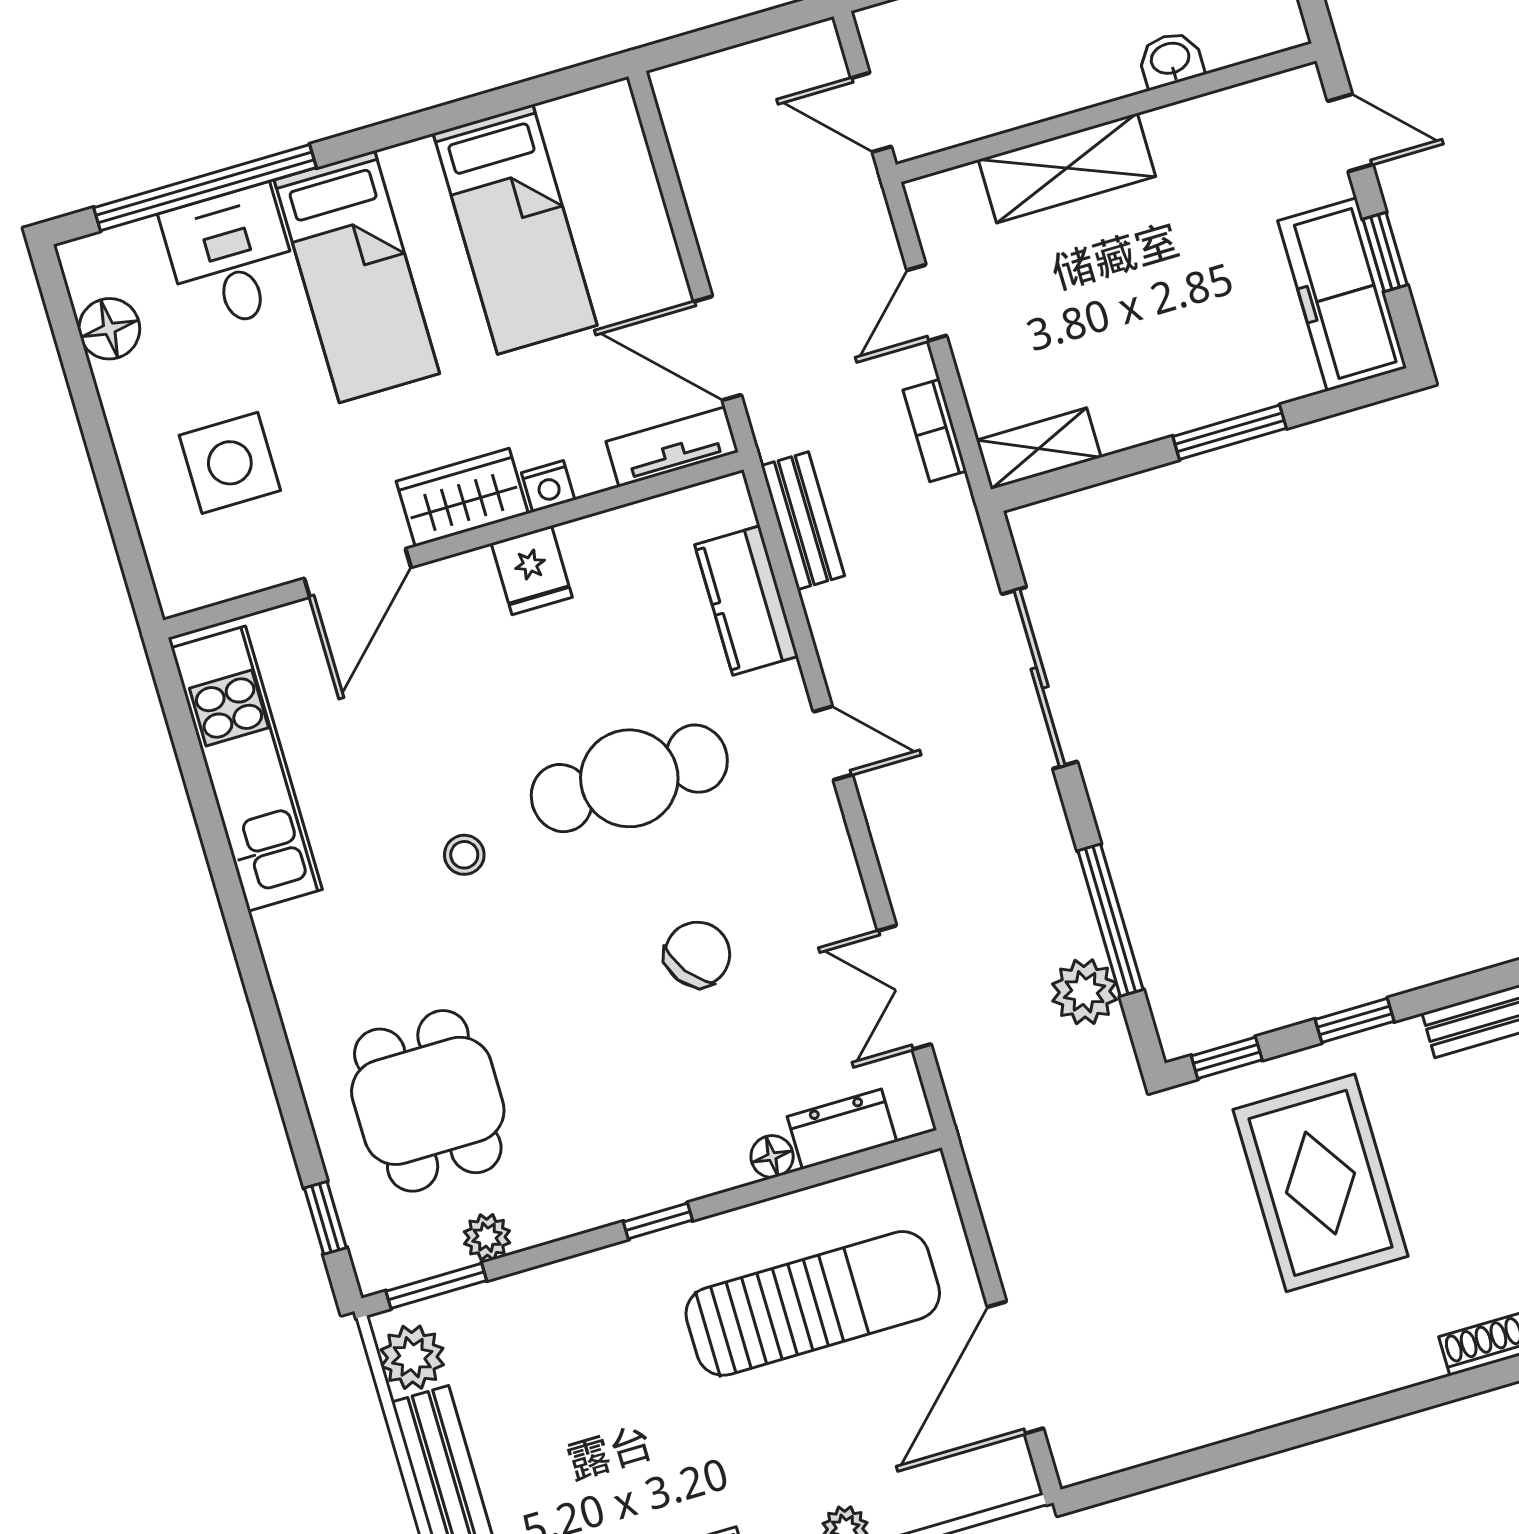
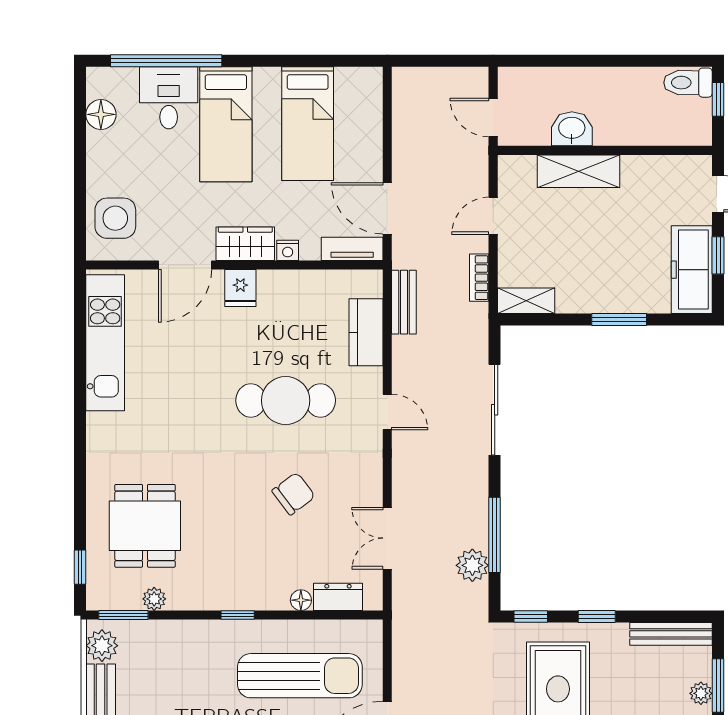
washbasin: (1171, 60) -> (572, 129), moved, width x1.38, depth x1.45
side table: (230, 463) -> (115, 218), moved
fridge: (532, 570) -> (240, 288), moved
stool: (464, 855) -> (197, 414), removed

